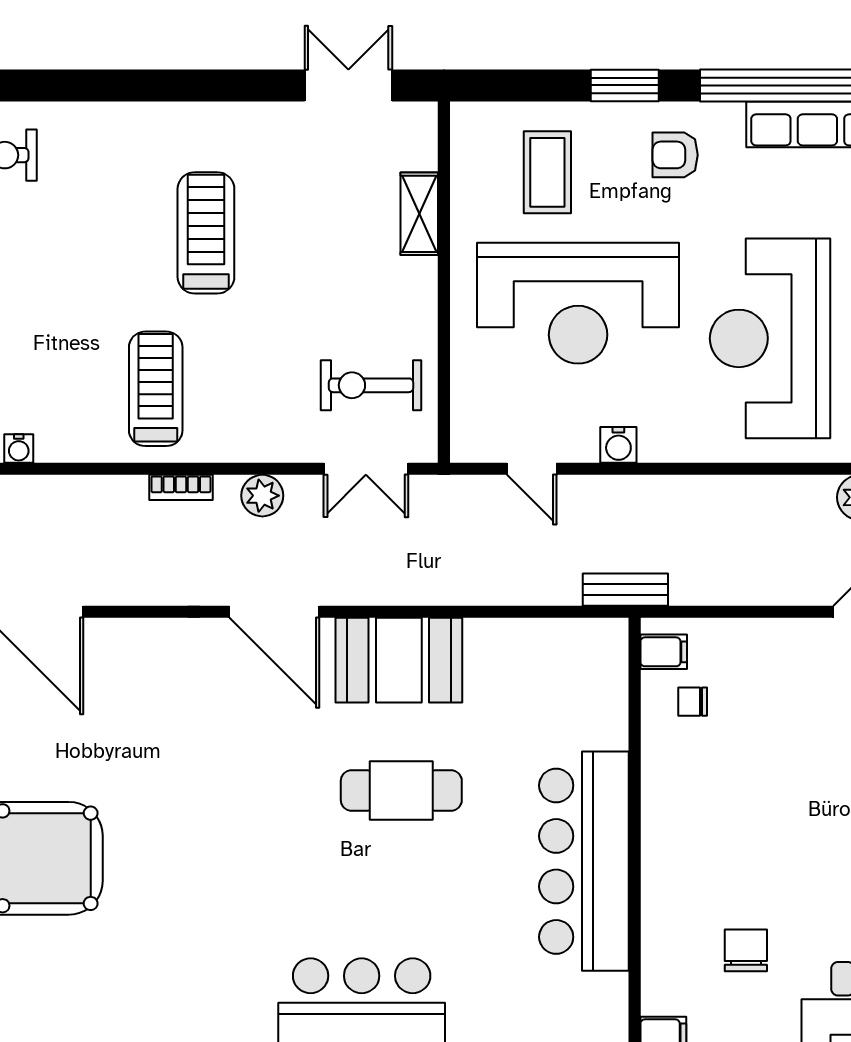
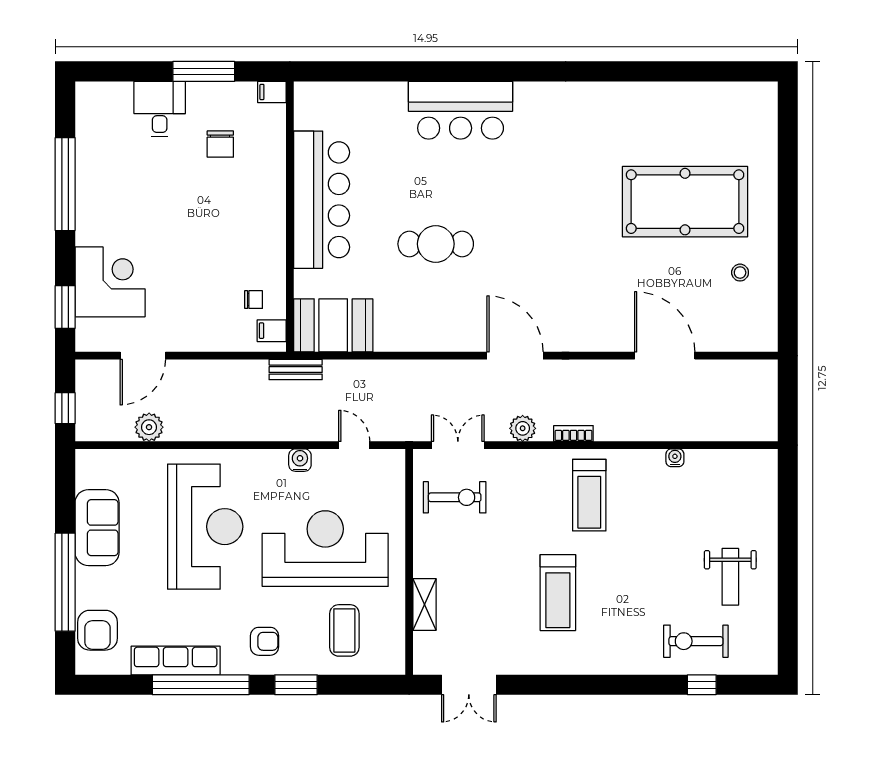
booth: (399, 660) -> (333, 325), moved

